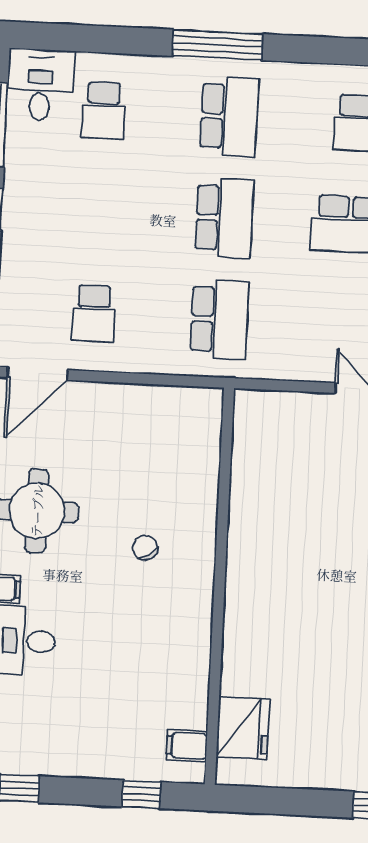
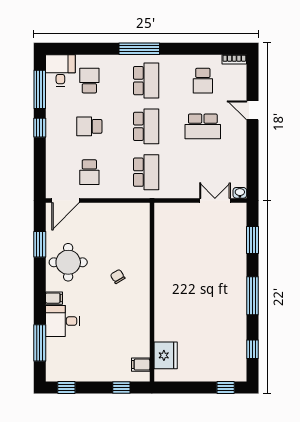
school desk: (104, 110) -> (89, 81), turned 180
school desk: (99, 212) -> (89, 126), added

